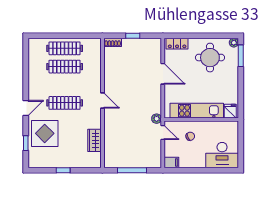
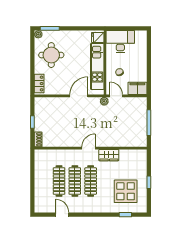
clothes rail: (65, 48) -> (75, 181), moved
door: (163, 74) -> (79, 96), moved
door: (26, 108) -> (62, 215), moved
door: (163, 132) -> (116, 96), hinge flipped
display table: (45, 133) -> (126, 191), moved
wardrobe: (94, 140) -> (109, 155), moved
desk: (222, 155) -> (120, 42), moved, turned -90
filing cabinet: (171, 162) -> (137, 88), width x2.00

